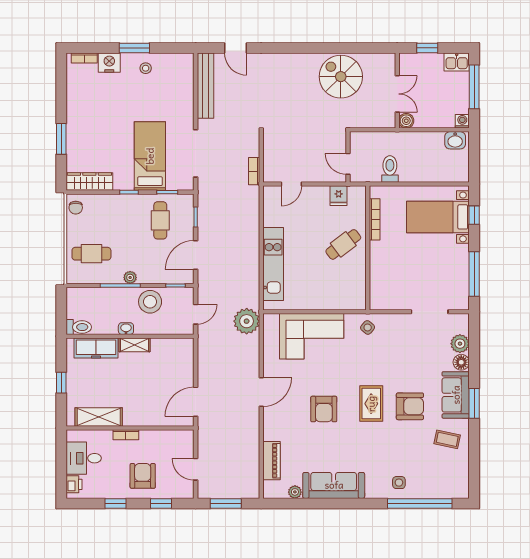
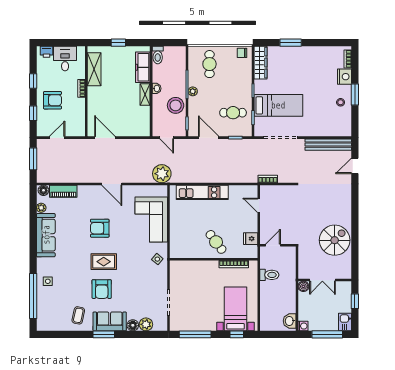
floor lamp: (270, 489) -> (43, 190), added

